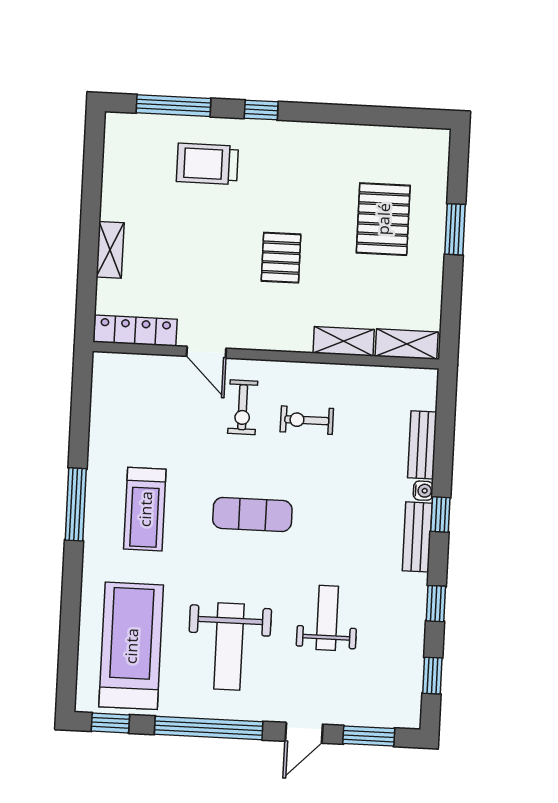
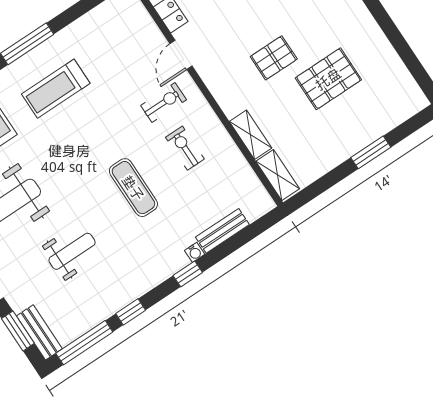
pallet: (383, 219) -> (328, 79), moved
exercise bike: (243, 407) -> (164, 103), turned 180
exercise mat: (252, 514) -> (133, 188), moved
bench: (417, 537) -> (39, 332), moved, turned 90
window: (432, 676) -> (84, 343), width x2.17

